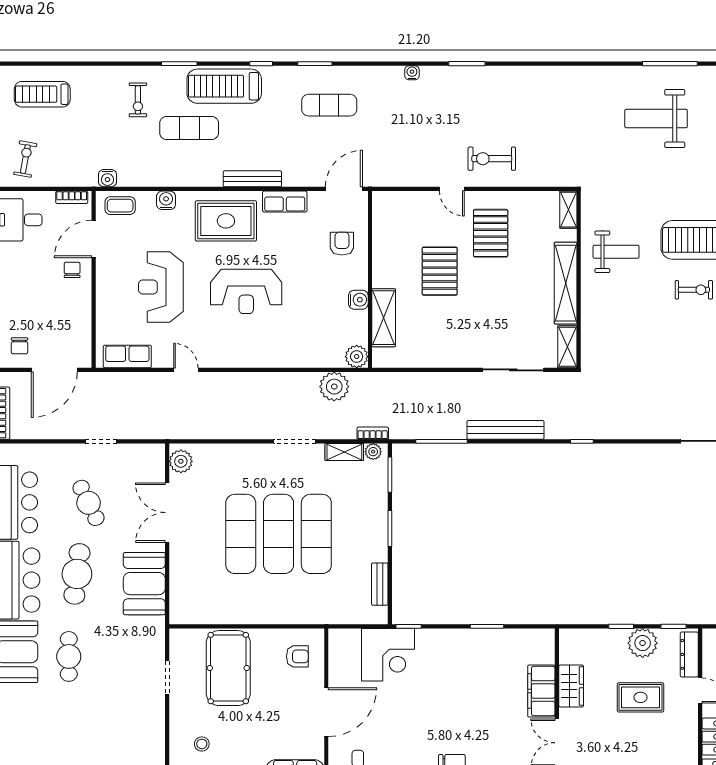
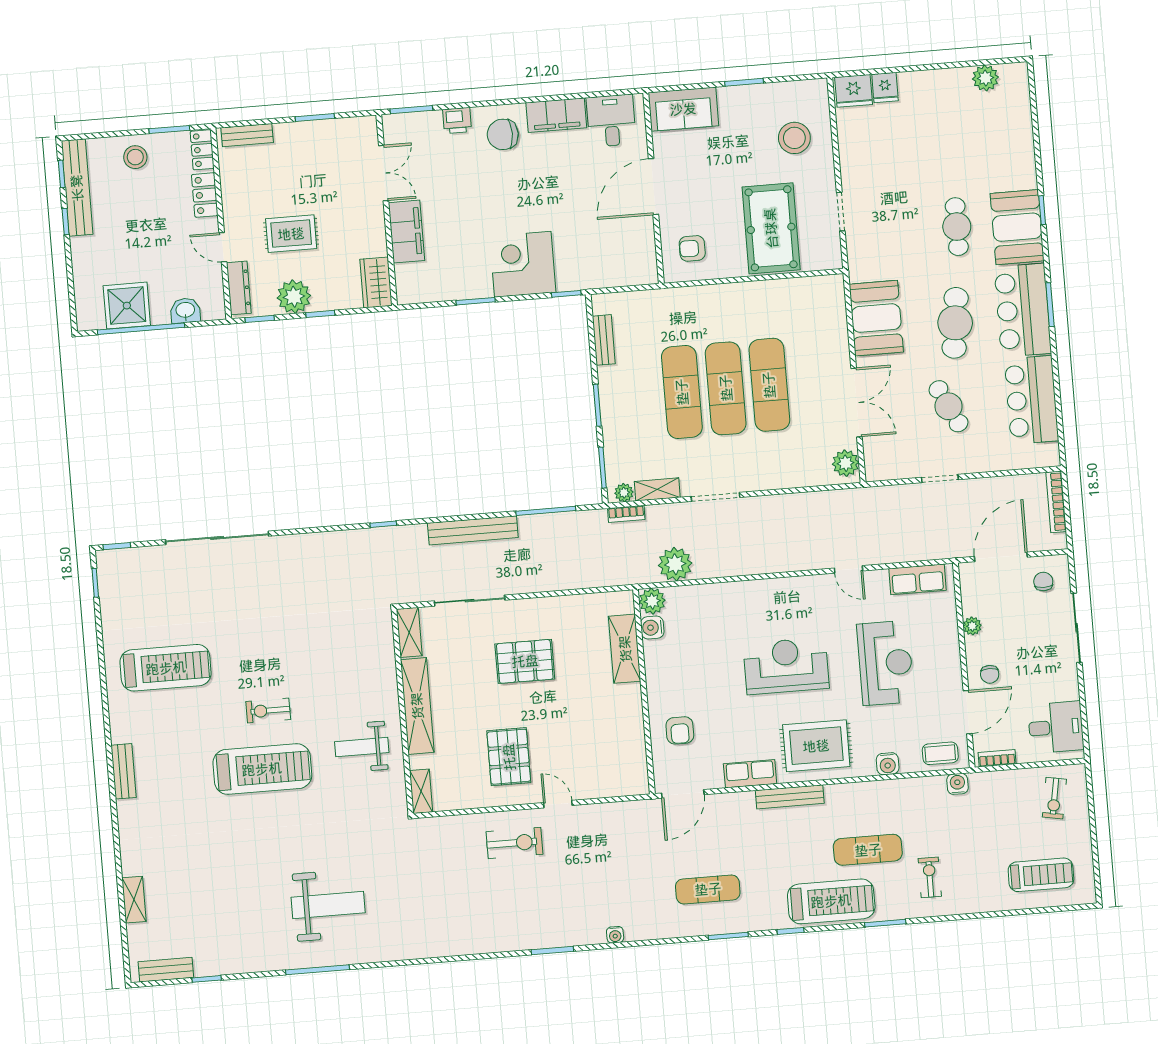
pallet: (440, 271) -> (525, 661), moved, turned 90
water cooler: (358, 300) -> (652, 628), moved
plant: (84, 313) -> (972, 626), added
corner desk: (388, 655) -> (523, 264), moved
wardrobe: (571, 686) -> (376, 282), moved
stool: (202, 744) -> (794, 138), width x1.89, depth x1.89

